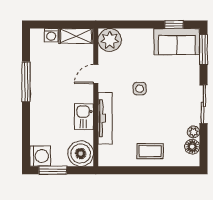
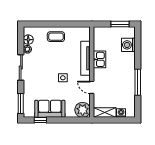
sofa: (177, 42) -> (50, 109), moved
door: (96, 74) -> (92, 87), swing flipped
boiler: (81, 154) -> (102, 35), removed
washing machine: (40, 156) -> (128, 45), moved

